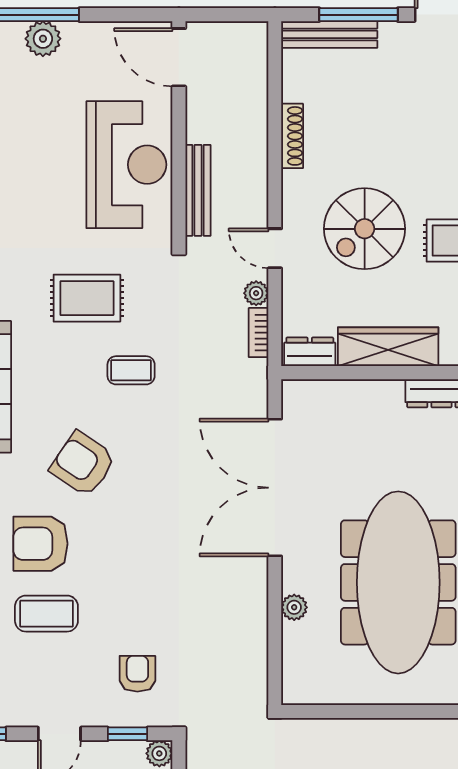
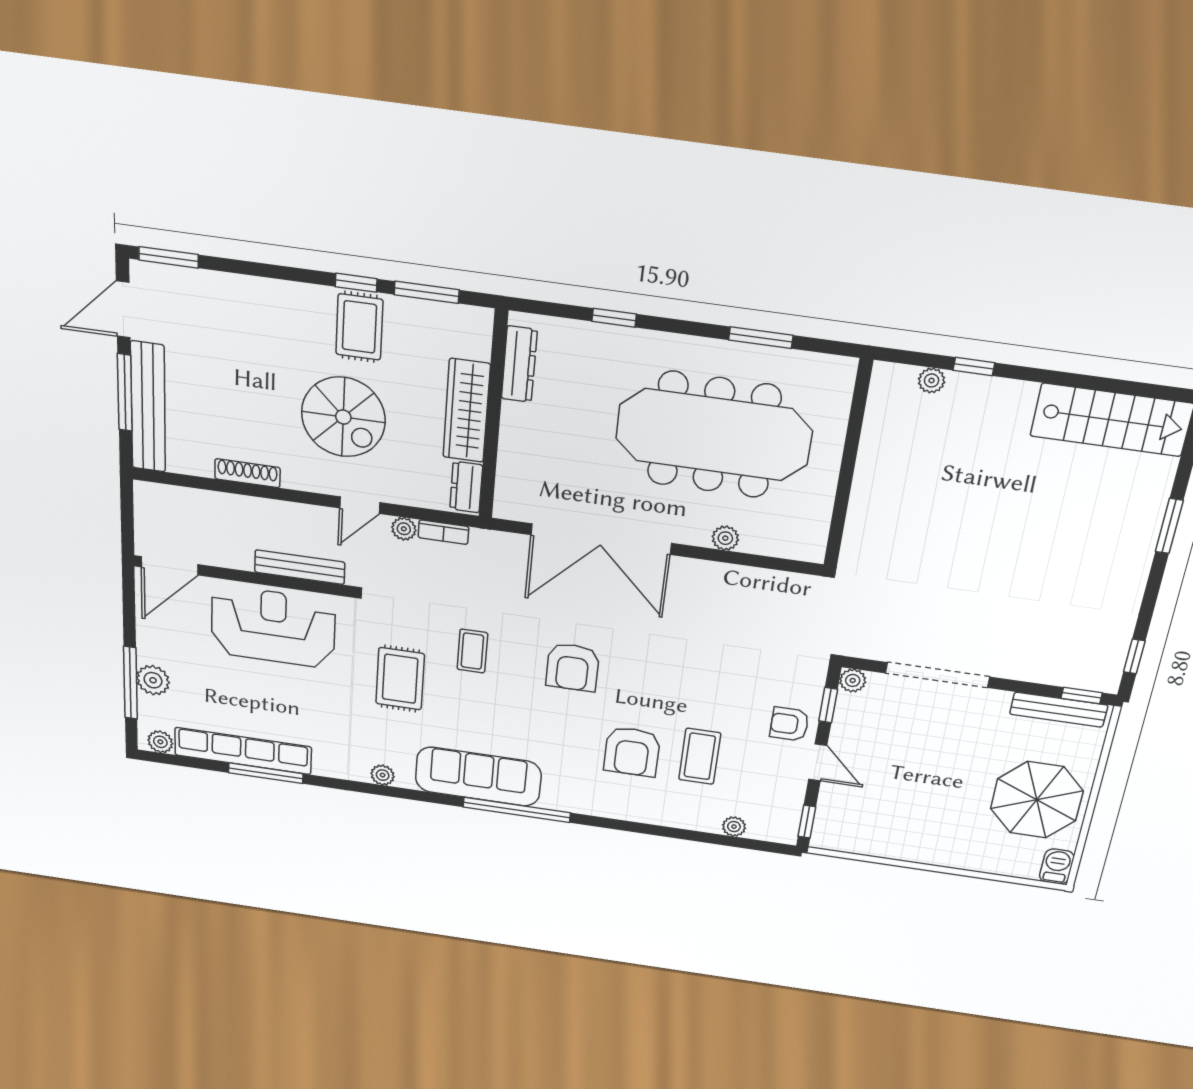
bench: (329, 34) -> (148, 407), width x1.37, depth x1.21
armchair: (83, 464) -> (572, 667), moved, turned -34
armchair: (137, 674) -> (789, 724), moved

